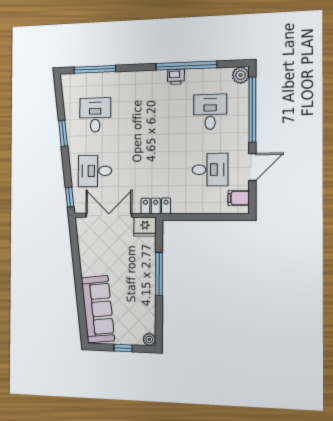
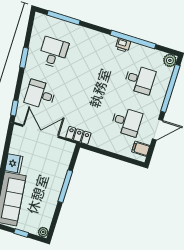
desk: (210, 112) -> (140, 80), turned 90
fridge: (145, 227) -> (14, 163), moved, turned -96

